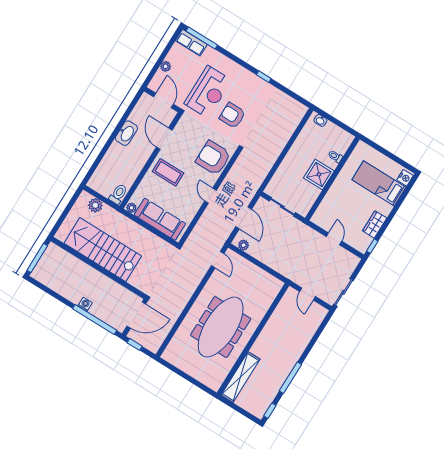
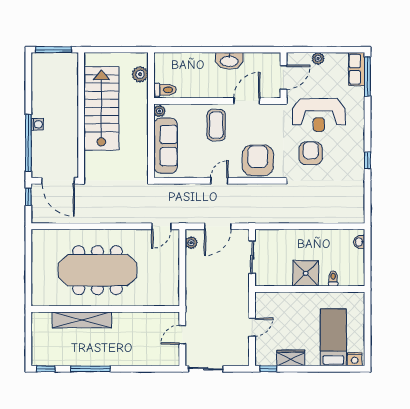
shelving: (241, 377) -> (82, 320), moved

